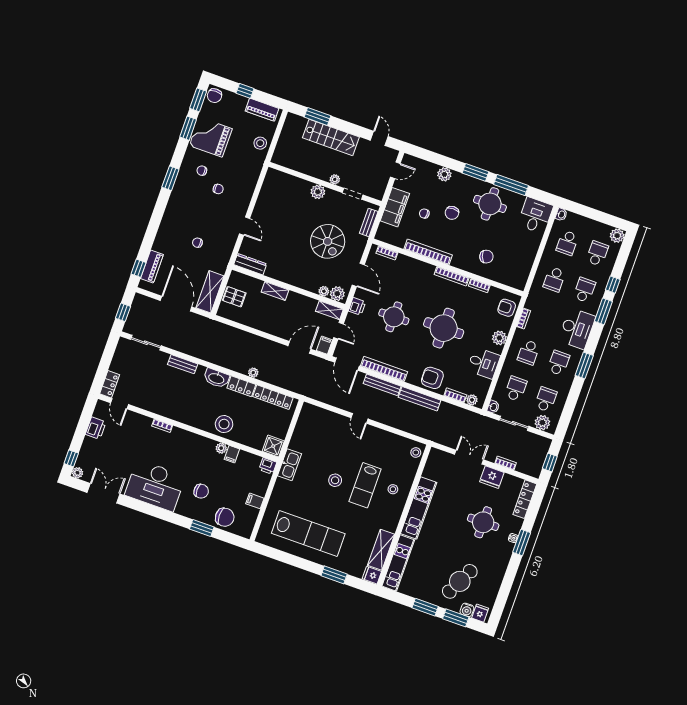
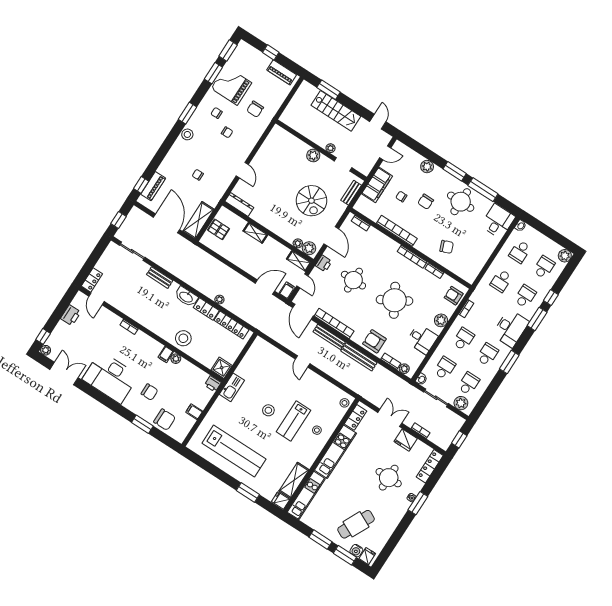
chair: (214, 96) -> (255, 109), moved
stool: (260, 143) -> (187, 134), moved
round table: (444, 328) -> (394, 300), turned -30
school desk: (529, 352) -> (463, 339), turned 180
filing cabinet: (232, 454) -> (166, 354), moved
locker: (432, 465) -> (356, 417), added

